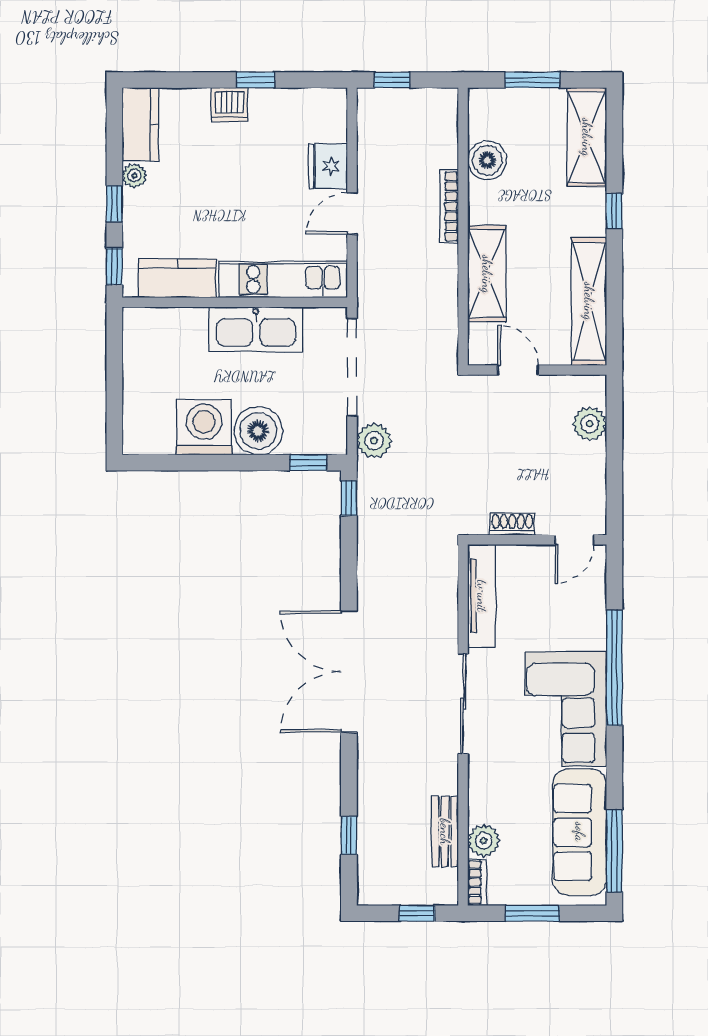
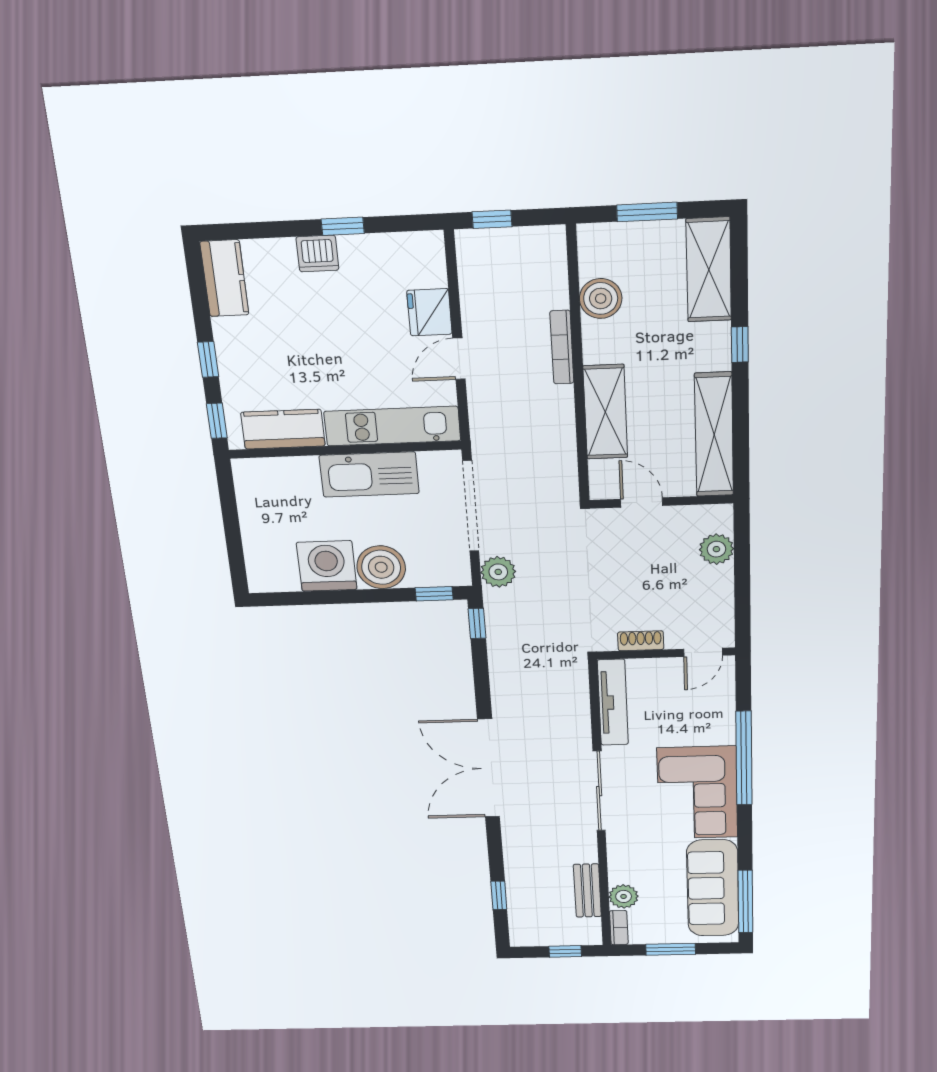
plant: (134, 176) -> (225, 331), removed

